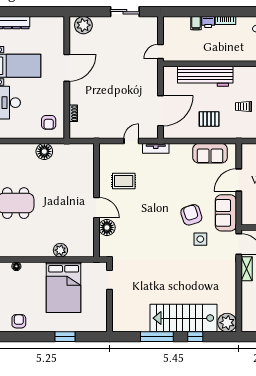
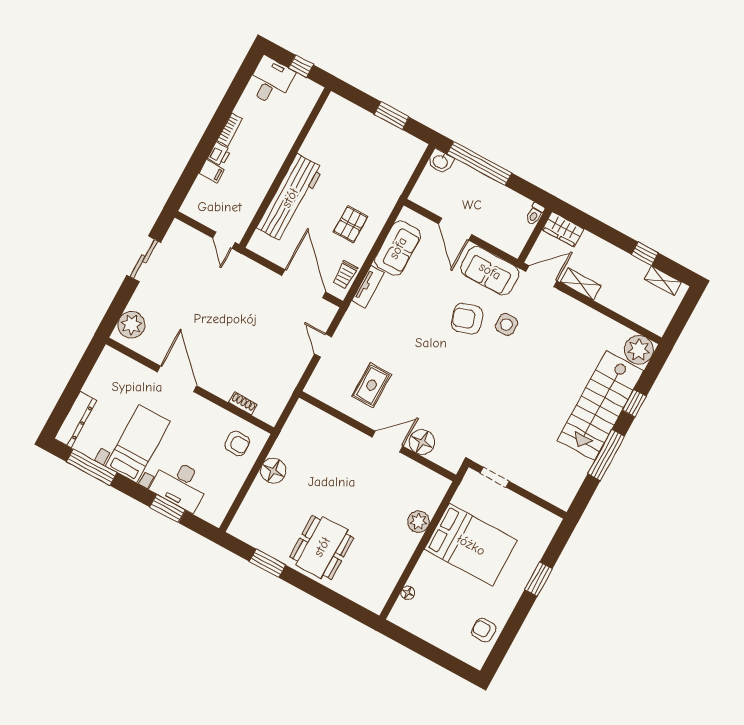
trolley: (243, 106) -> (345, 275), moved
tv unit: (156, 148) -> (368, 287), moved

